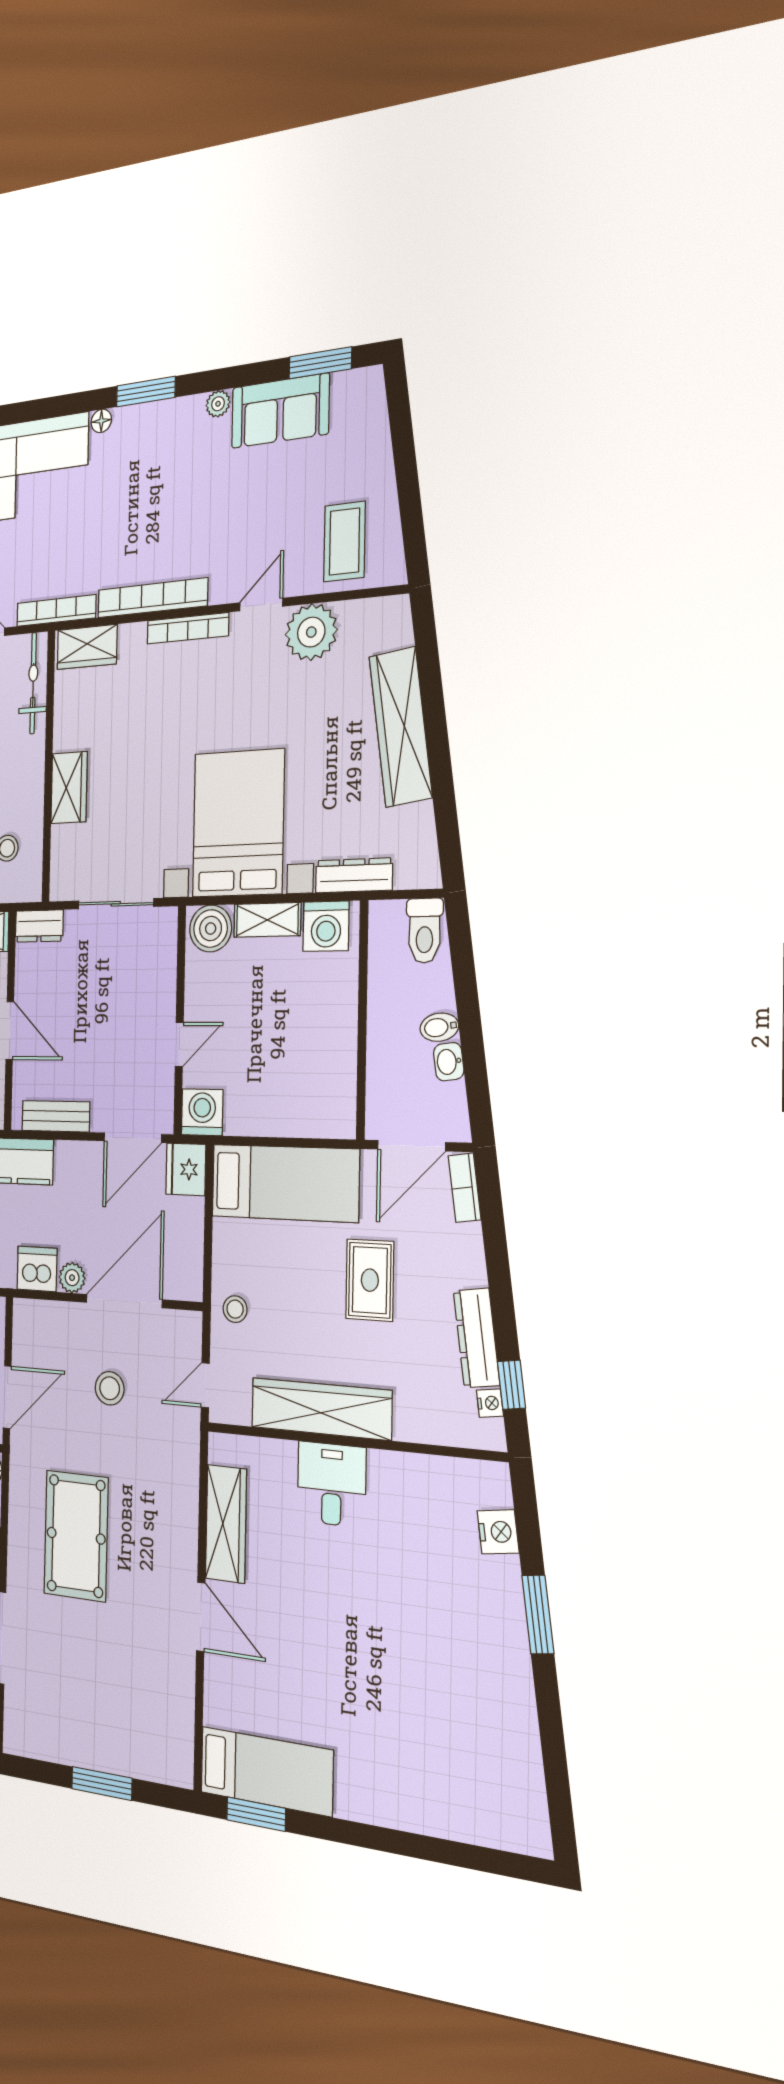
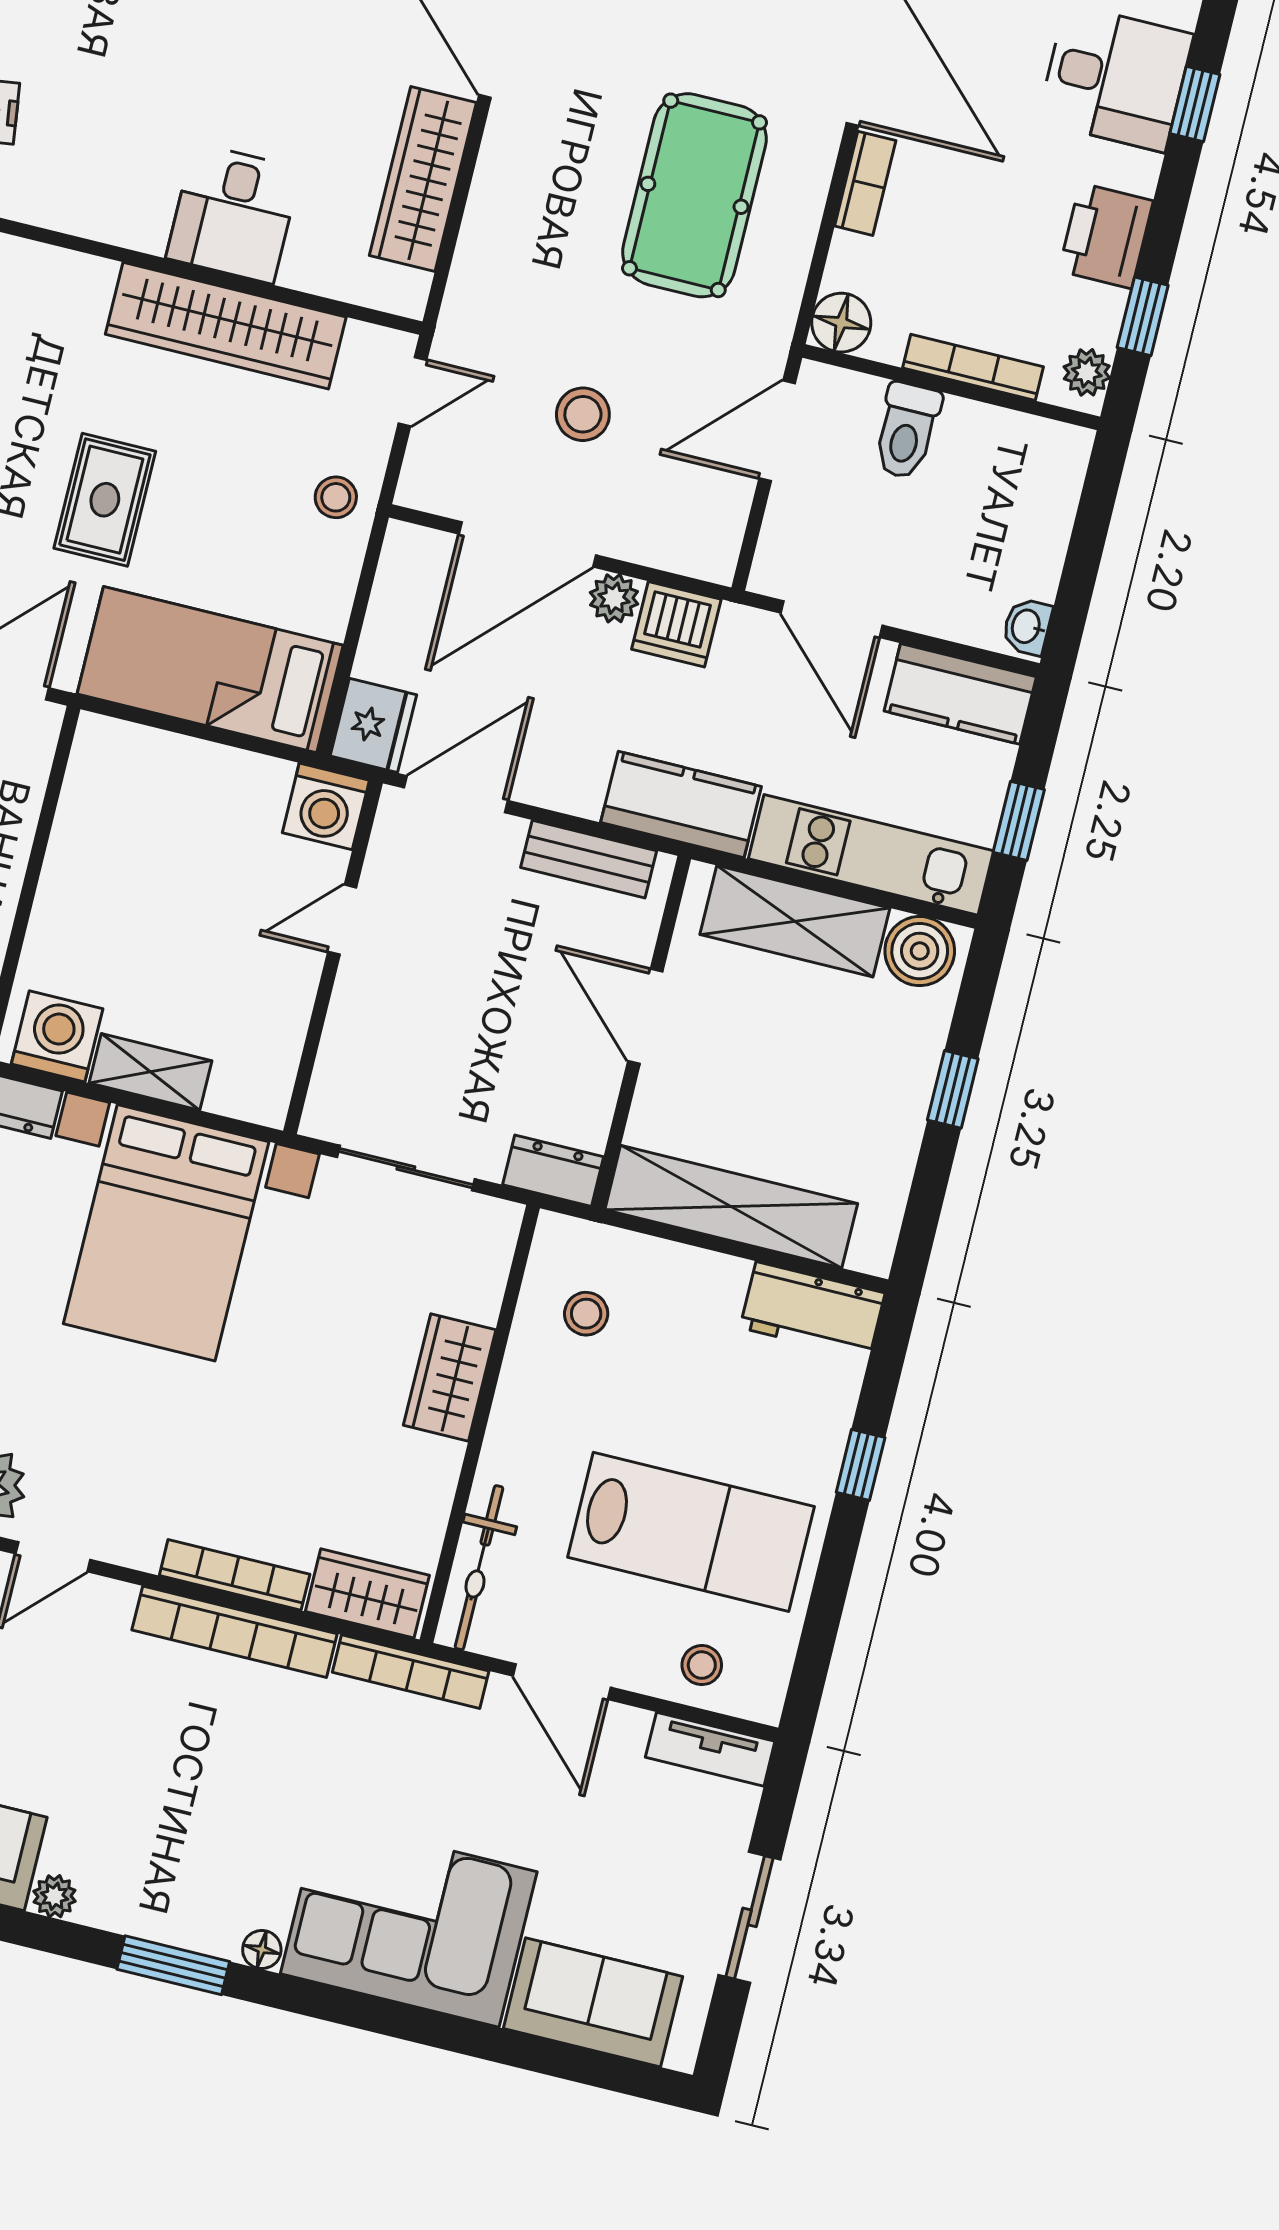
bookcase: (188, 628) -> (235, 1575), moved
boiler: (211, 928) -> (249, 1084), removed

